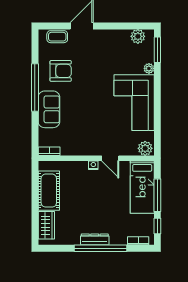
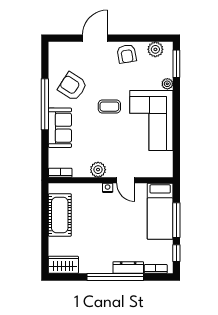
coffee table: (57, 37) -> (109, 107), moved
armchair: (111, 41) -> (127, 54), added
armchair: (61, 71) -> (72, 86), turned -147
plant: (145, 148) -> (98, 170), moved
wardrobe: (46, 225) -> (63, 265), moved, turned -90
dresser: (95, 239) -> (128, 268), moved

